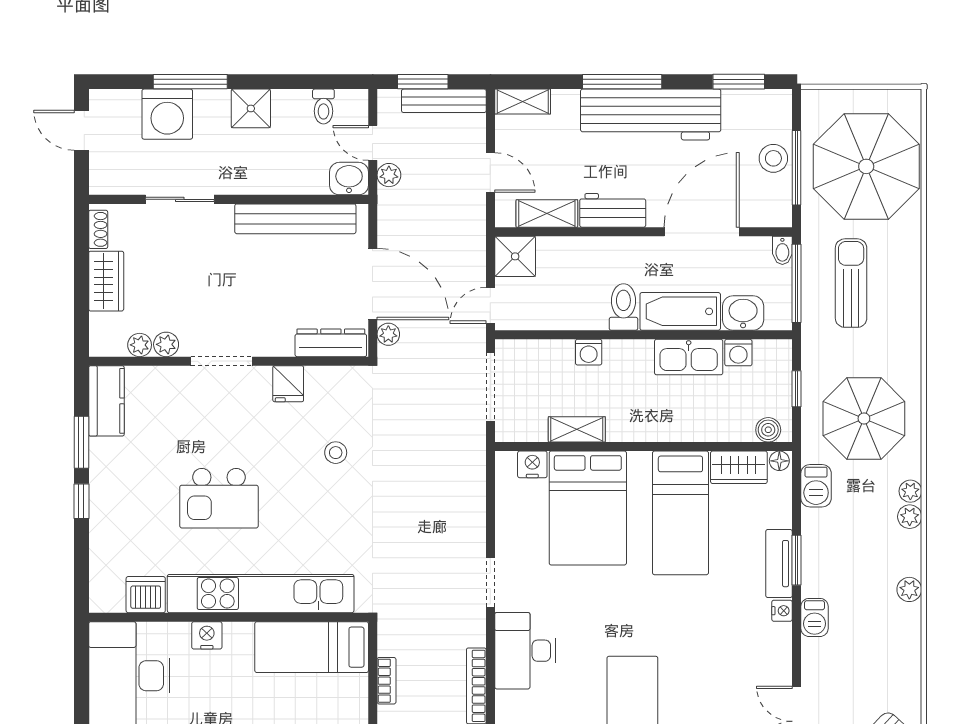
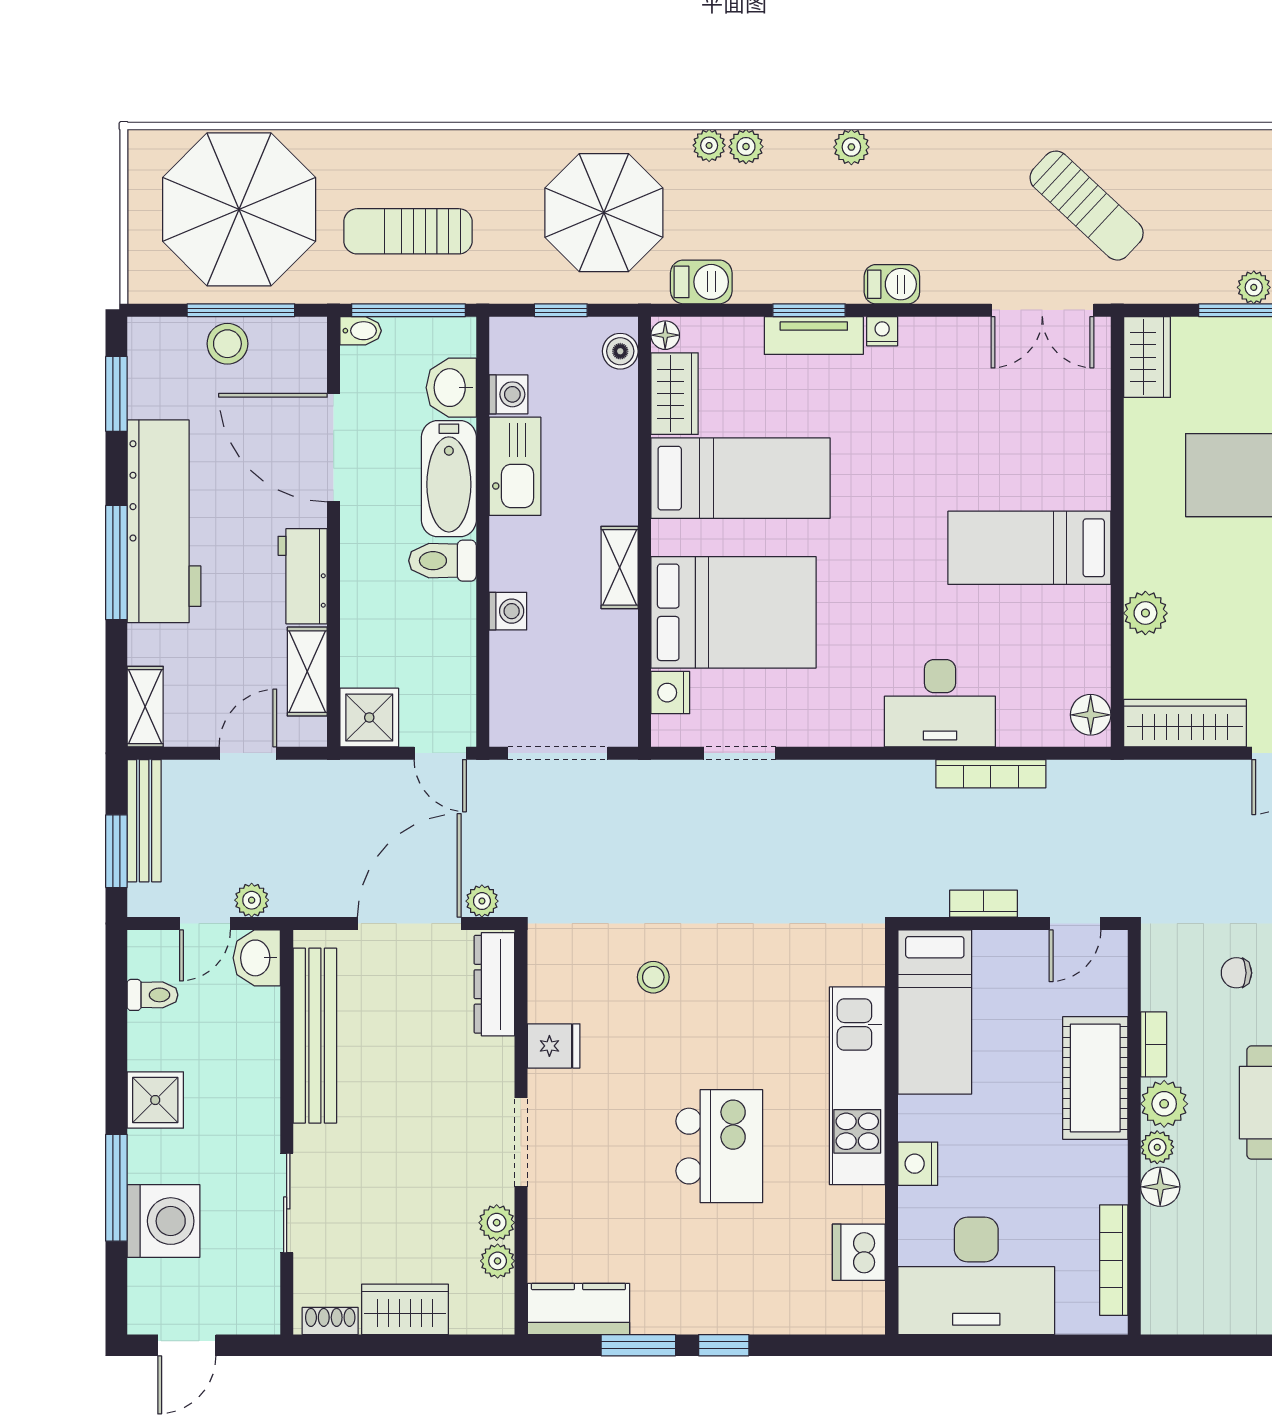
shelving: (577, 429) -> (620, 567), moved
doorway: (490, 582) -> (740, 753), moved
kitchen unit: (261, 594) -> (857, 1086), width x0.73

